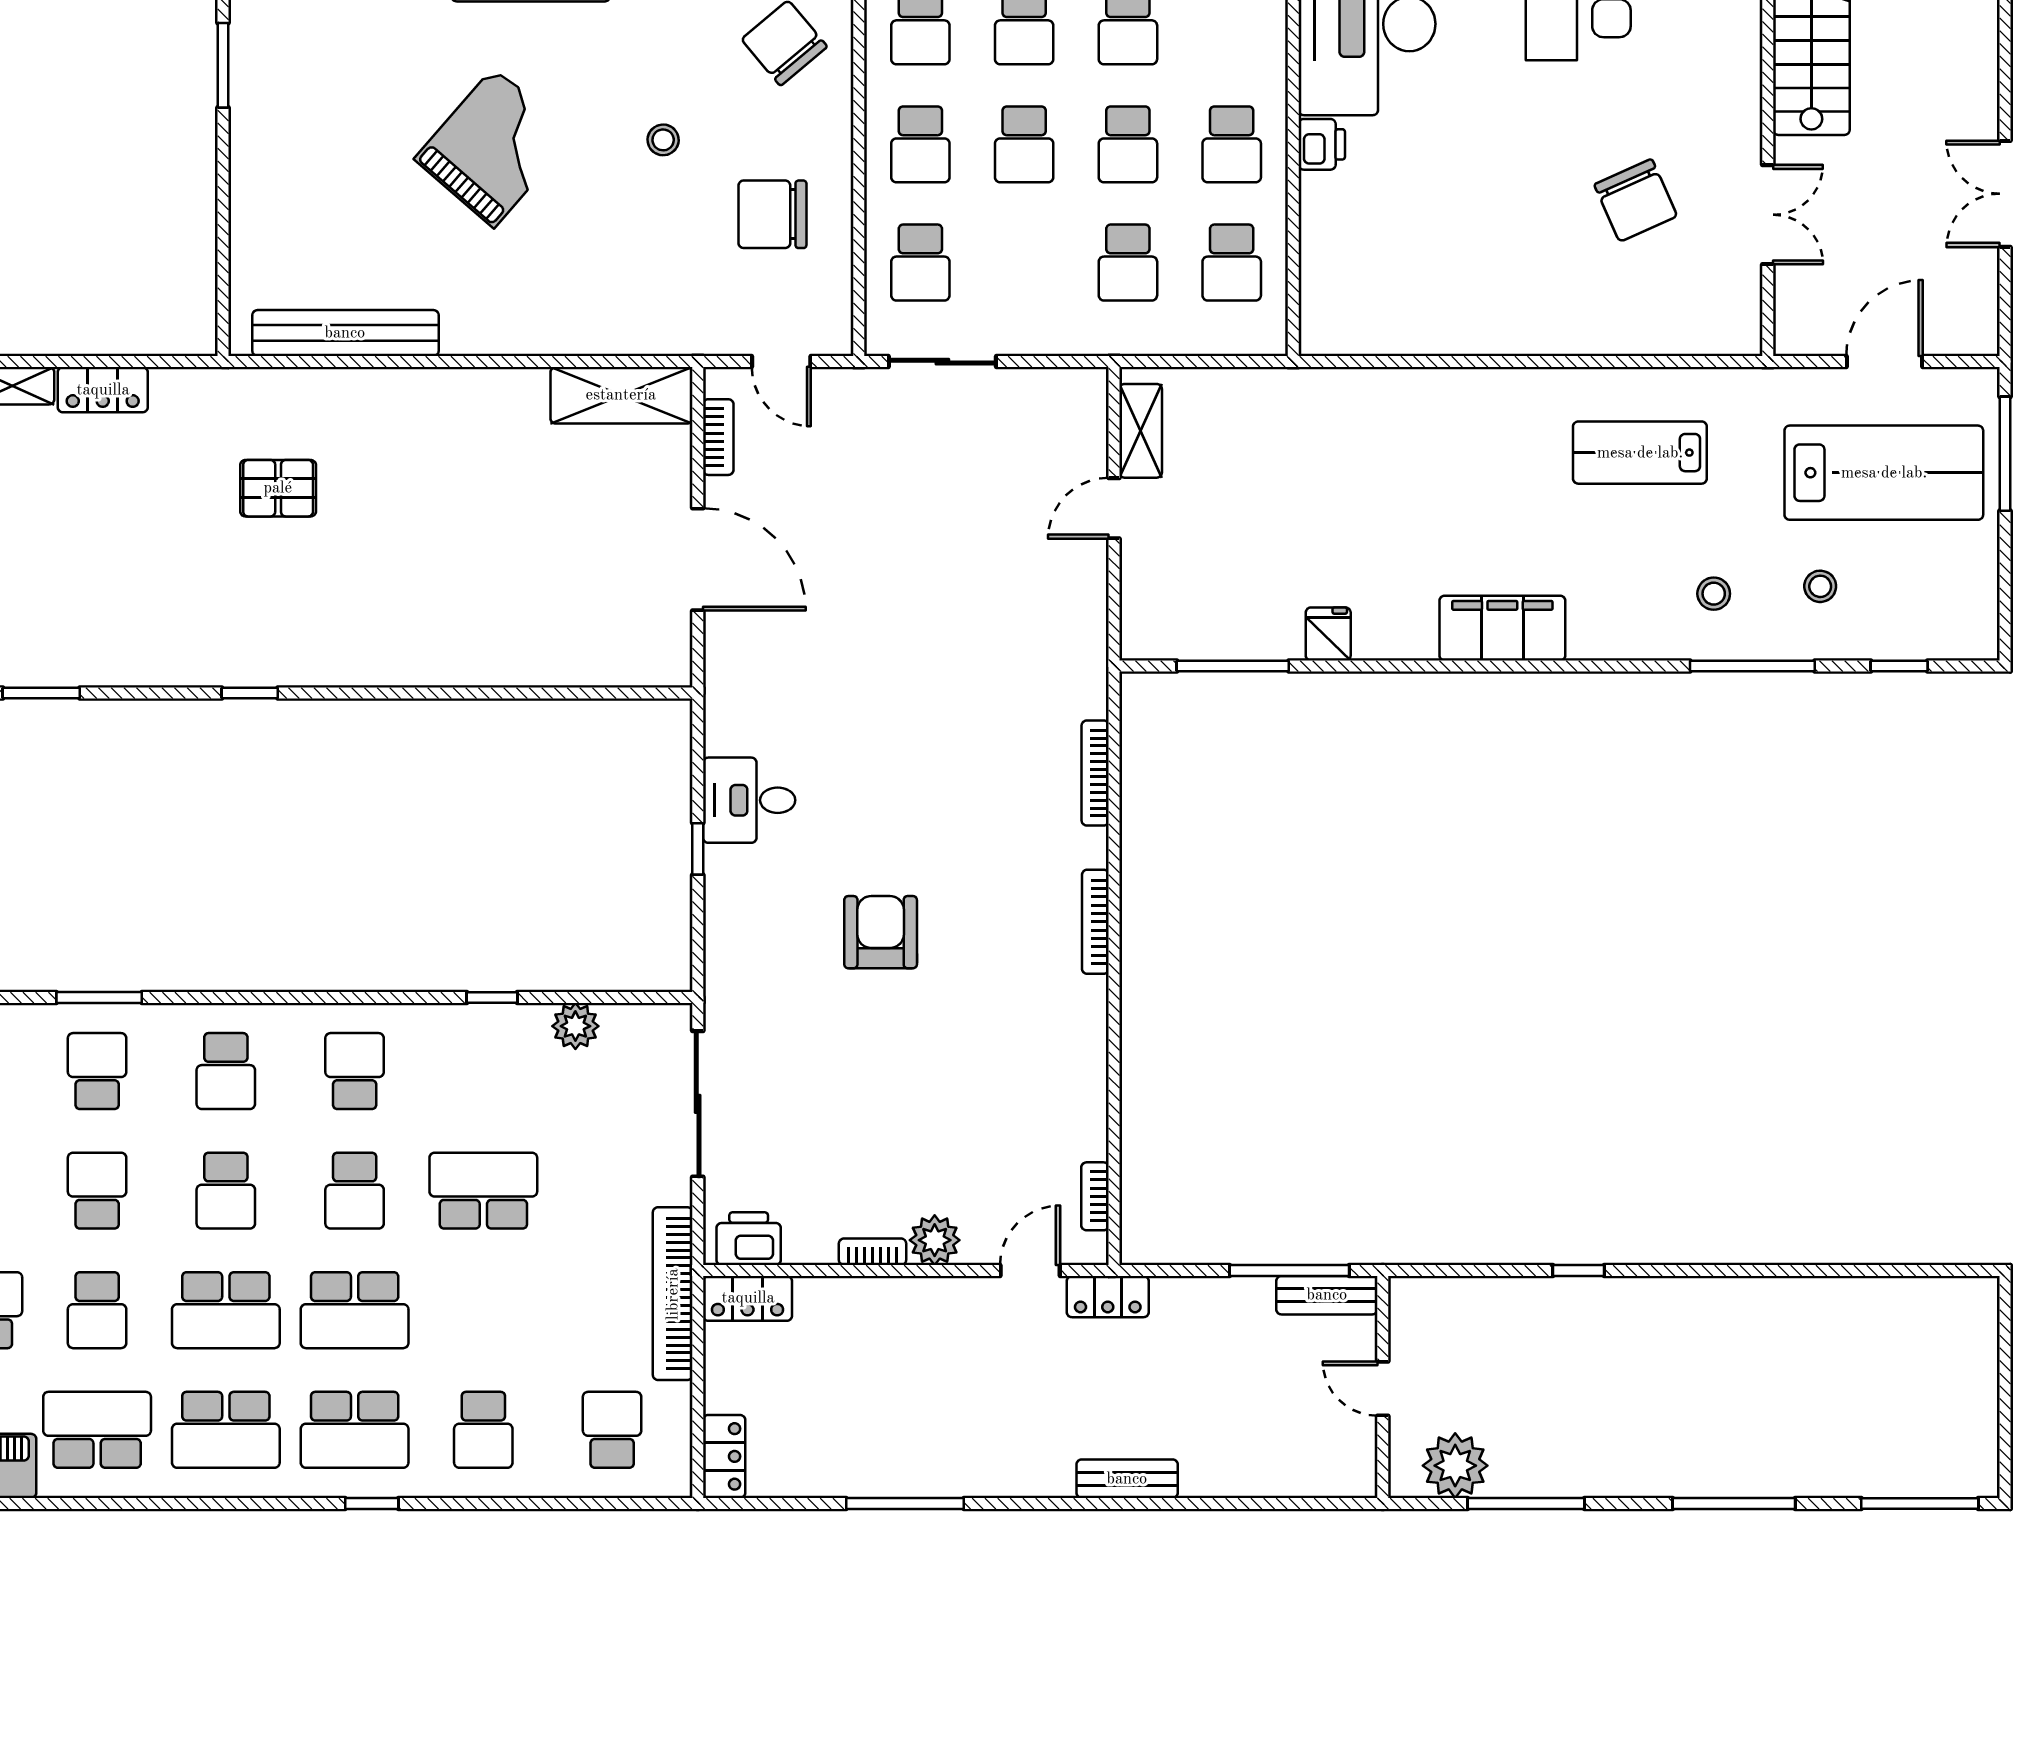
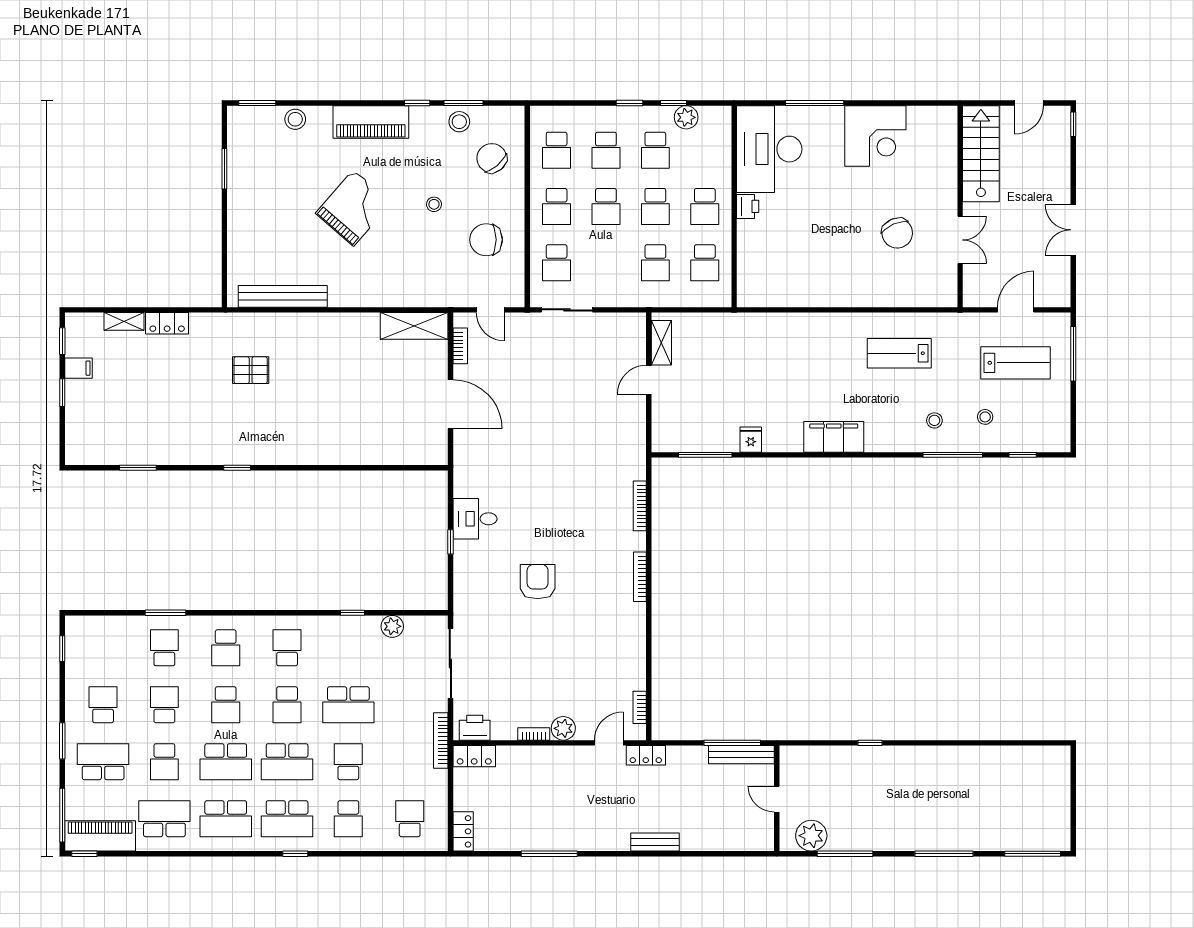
lab bench: (1884, 473) -> (1015, 363), width x0.73, depth x0.72
school desk: (483, 1191) -> (348, 705), turned 180
bookcase: (673, 1294) -> (441, 740), width x0.68, depth x0.76
bench: (1327, 1295) -> (741, 755), width x1.36
school desk: (483, 1310) -> (348, 762), added

